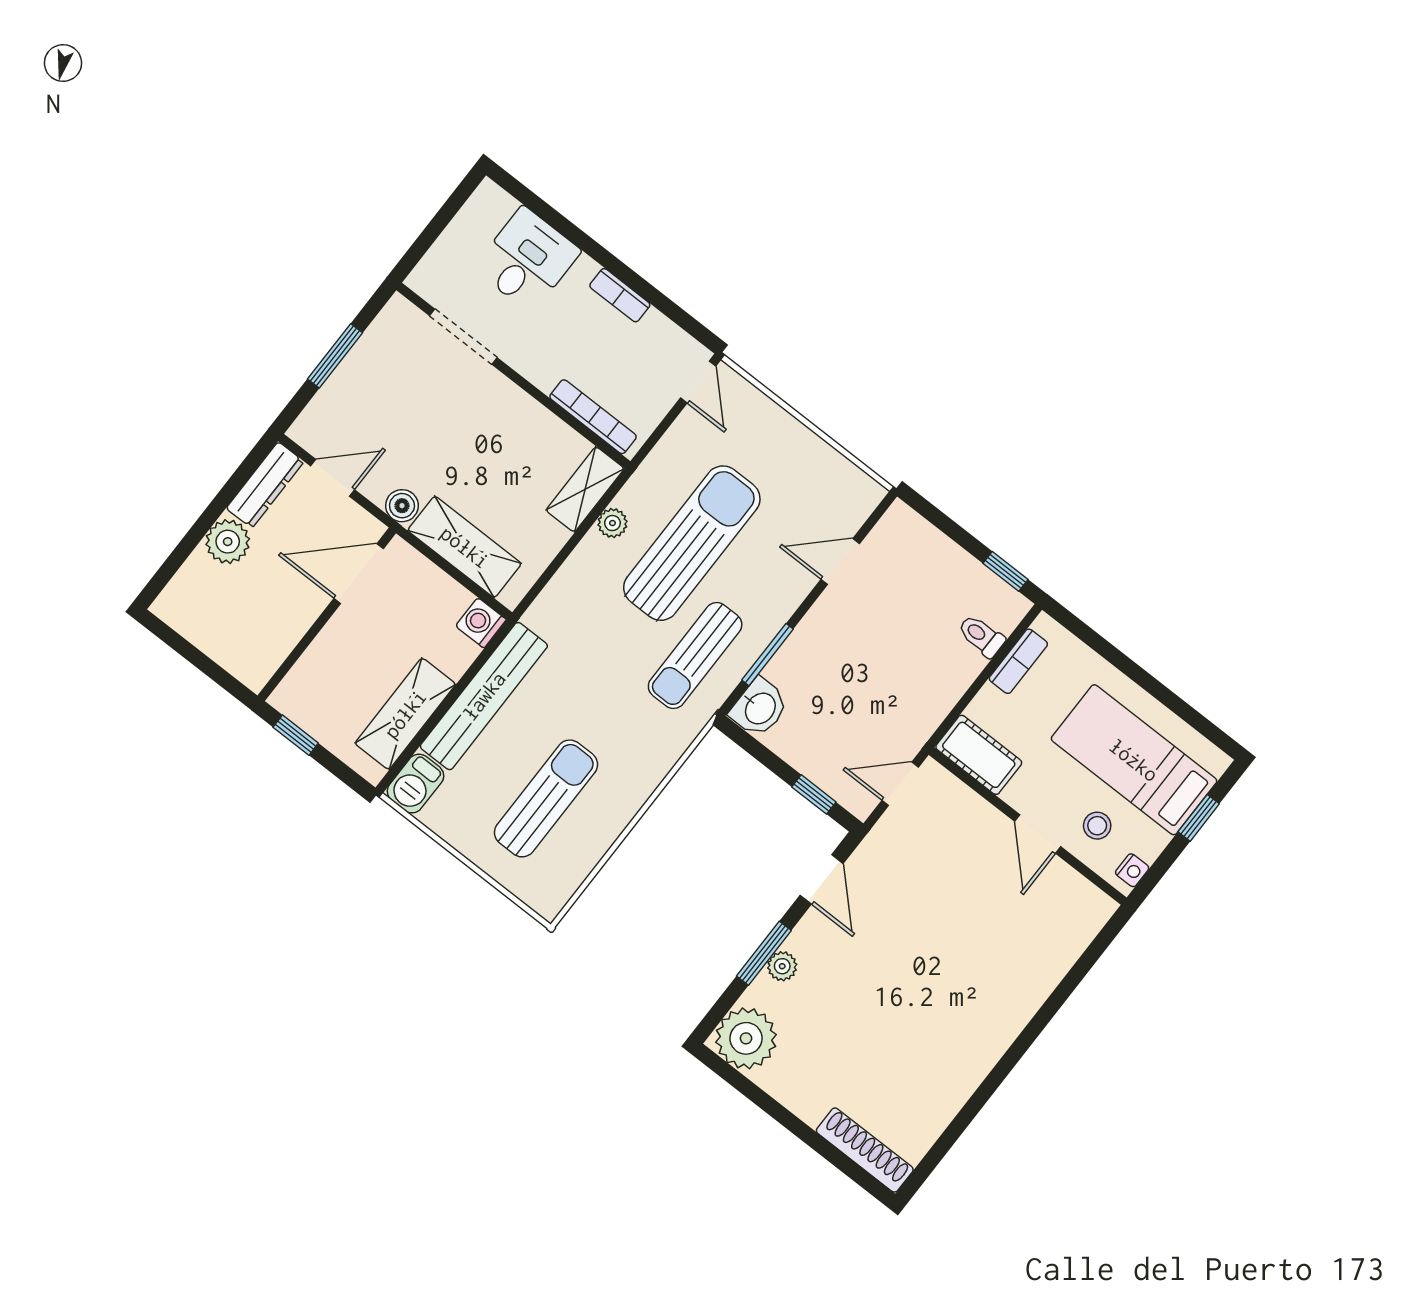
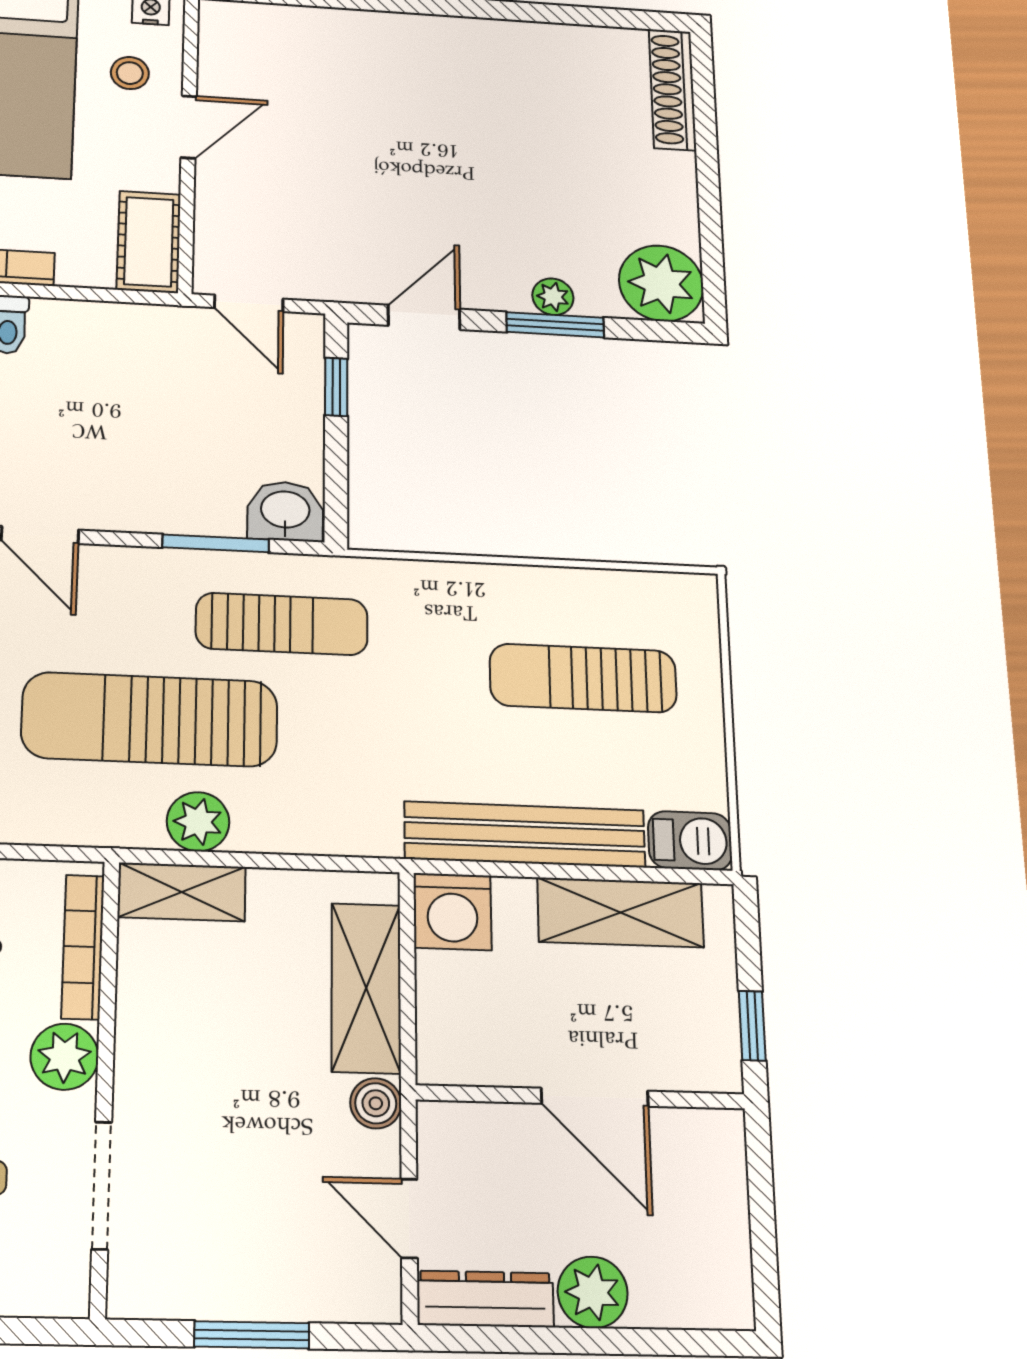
plant: (542, 366) -> (64, 1057), added
plant: (612, 523) -> (198, 822), width x1.38, depth x1.38
door: (359, 574) -> (595, 1097), moved
washing machine: (481, 623) -> (452, 912), width x1.38, depth x1.38

